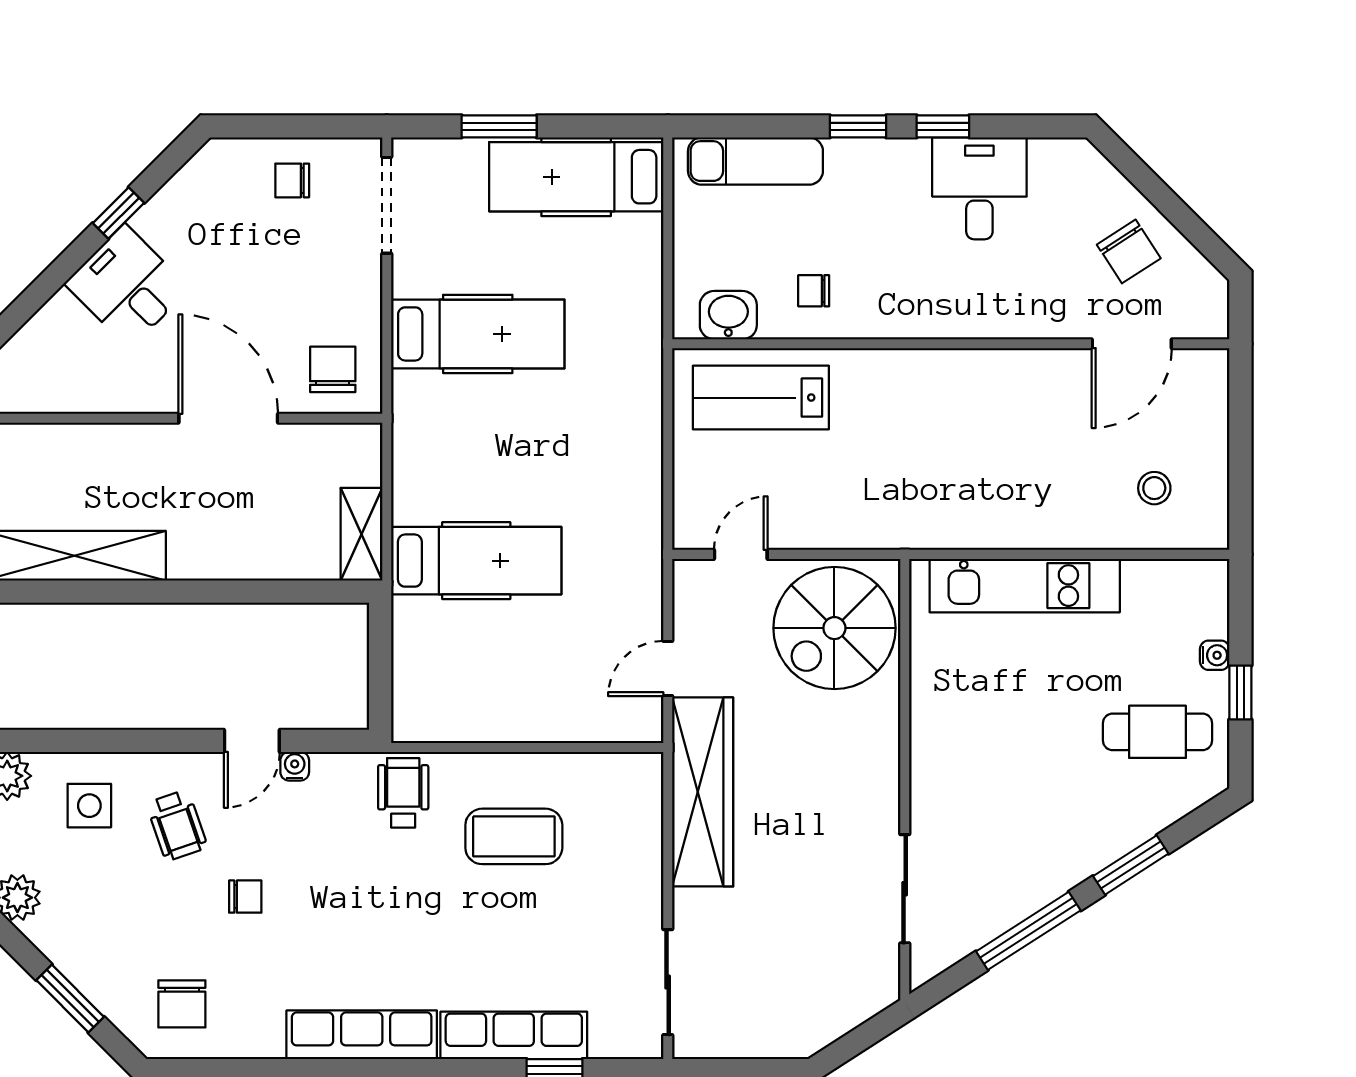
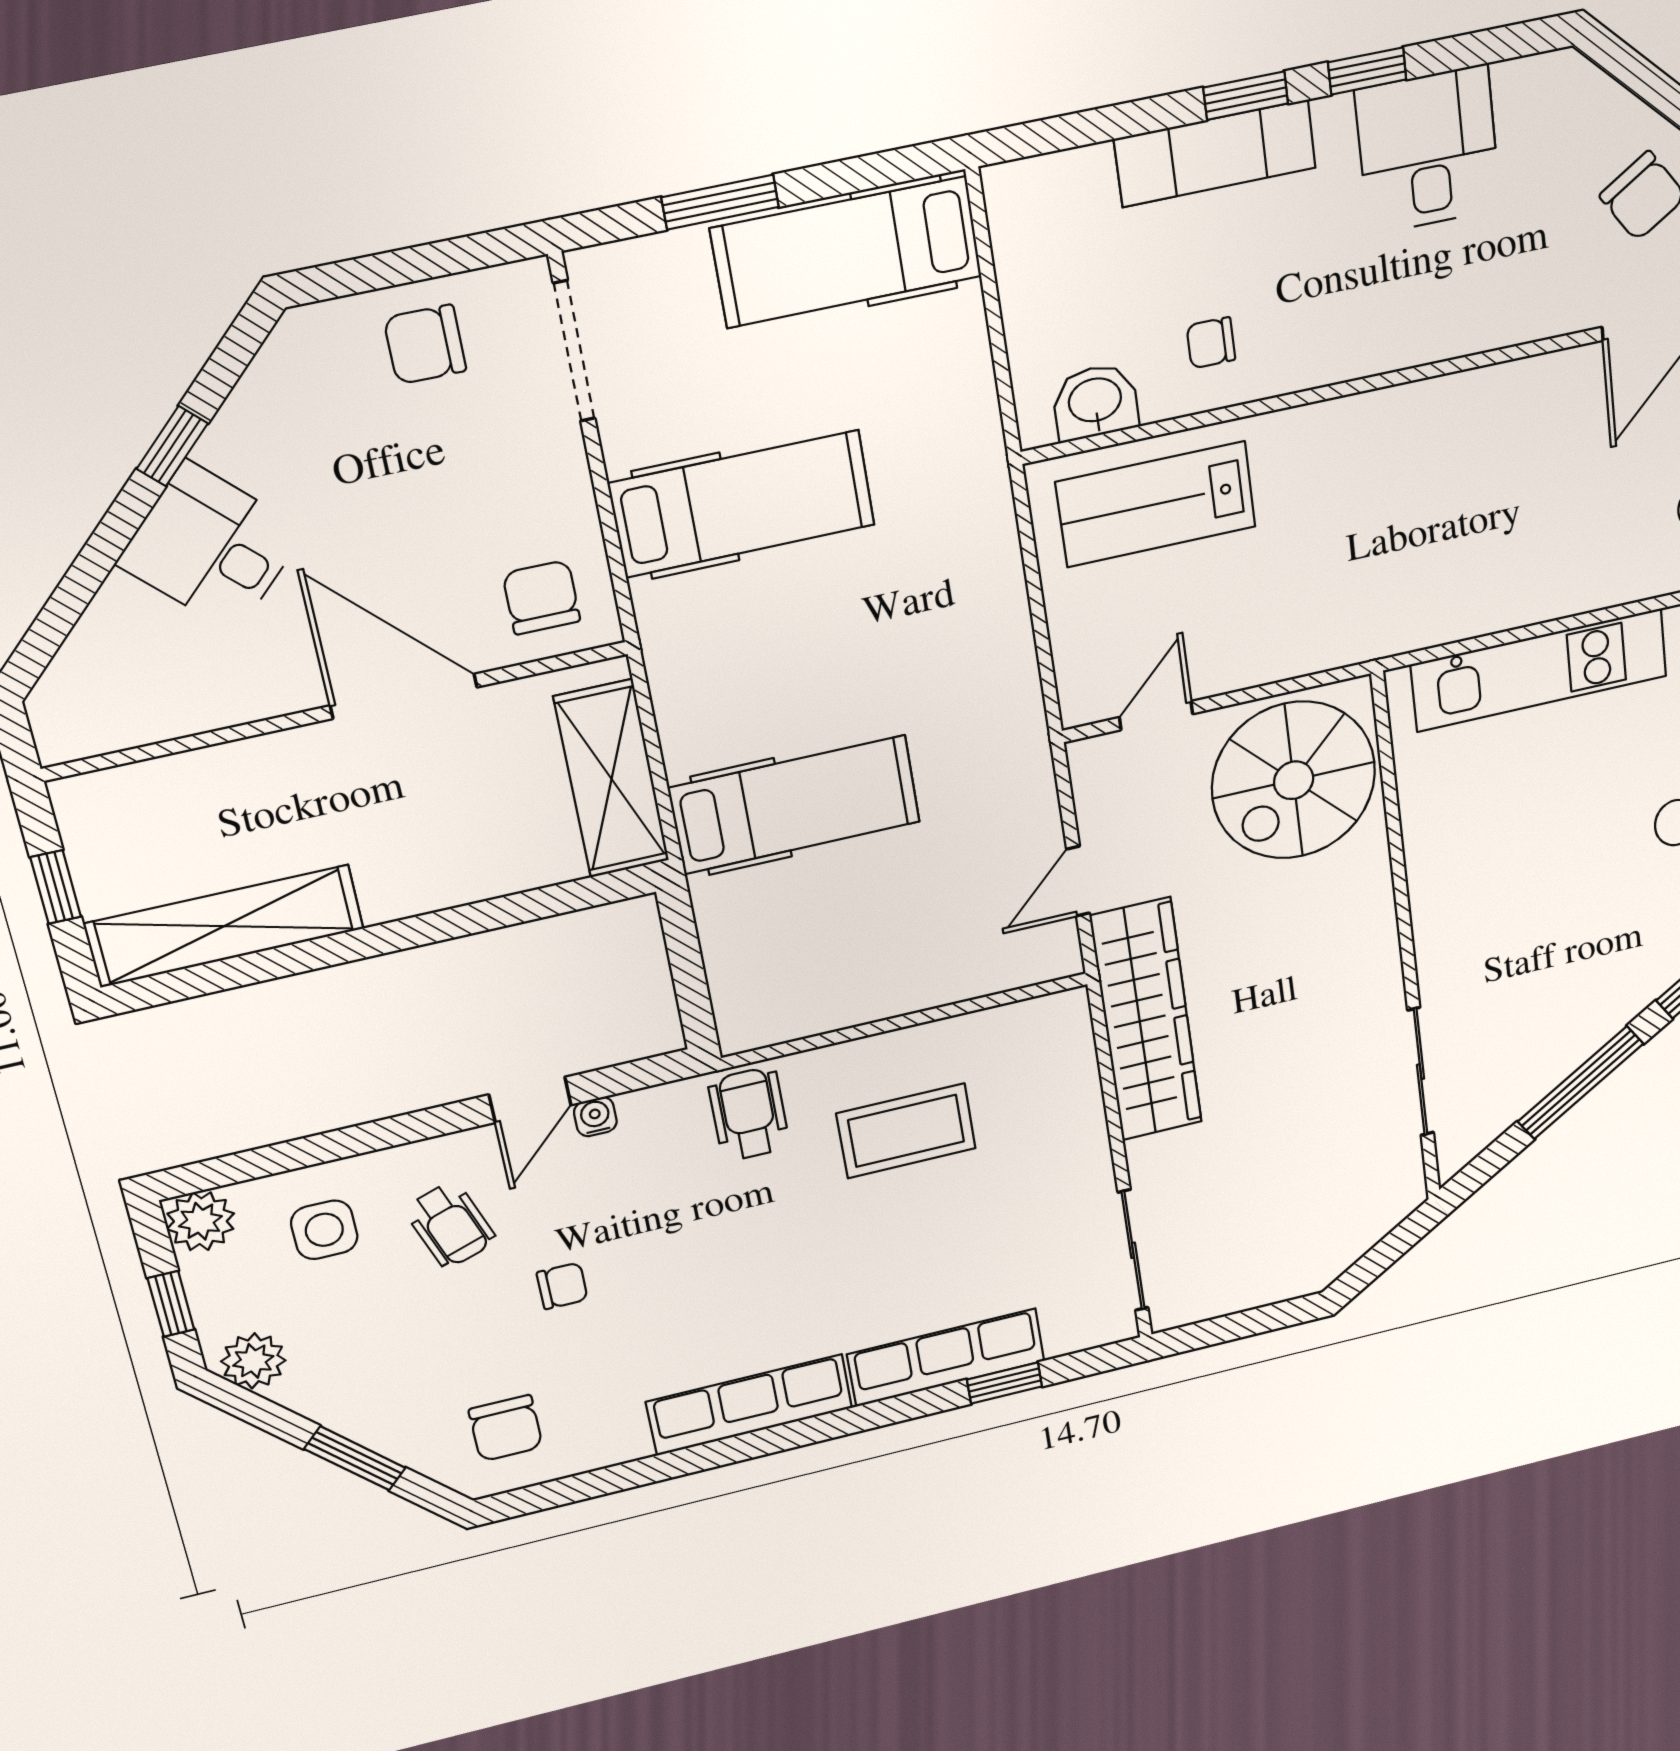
exam couch: (755, 161) -> (1215, 153), moved
chair: (292, 180) -> (425, 344), width x1.37, depth x1.37
shelving: (361, 534) -> (612, 779), width x1.50, depth x1.33

